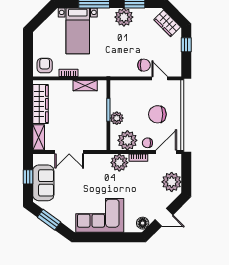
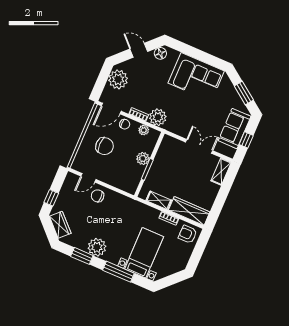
armchair: (45, 66) -> (188, 234), turned 90
door: (160, 78) -> (88, 178), hinge flipped
wardrobe: (40, 104) -> (189, 211), moved, turned 90
plant: (127, 140) -> (144, 130), width x0.53, depth x0.53

